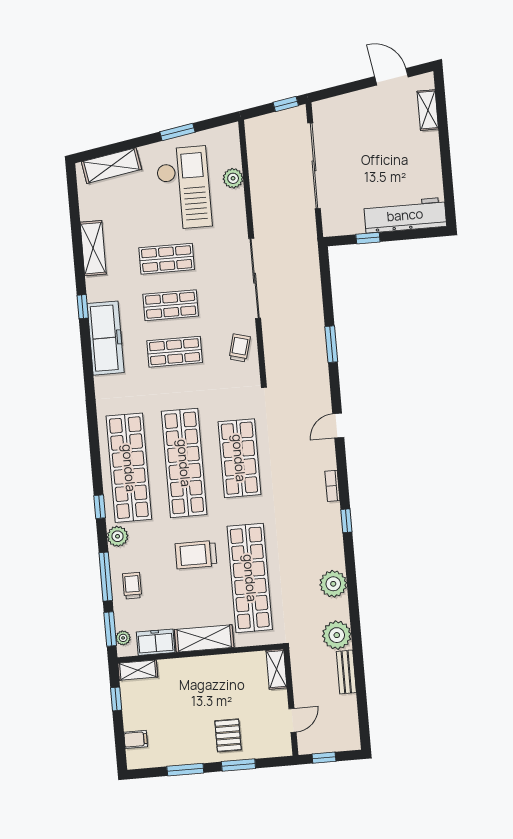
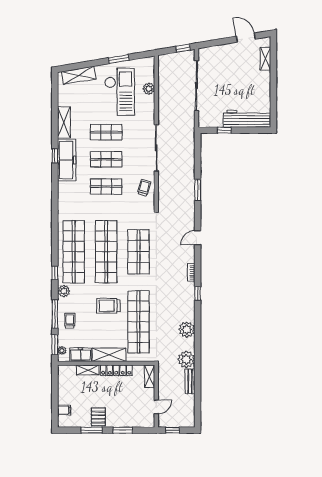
freezer: (106, 338) -> (67, 160), moved
locker: (219, 664) -> (116, 370), added
shelving: (138, 670) -> (88, 370), moved
window: (116, 699) -> (55, 386), removed
pallet: (228, 735) -> (98, 417), moved

